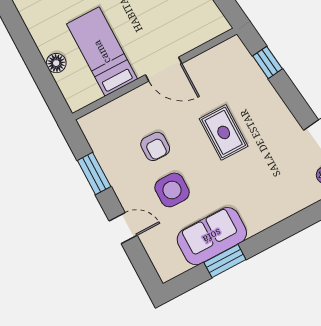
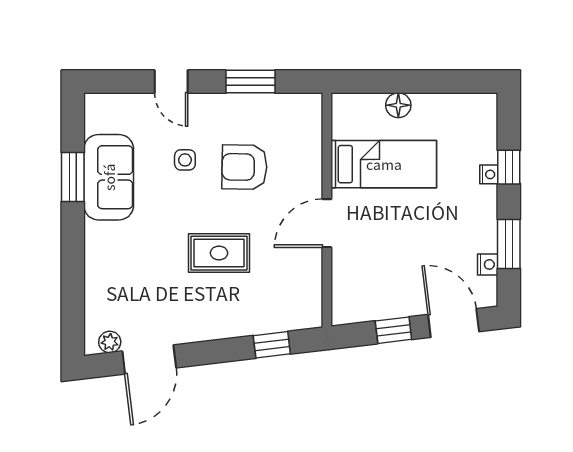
armchair: (155, 146) -> (244, 167), width x1.38, depth x1.38
side table: (172, 190) -> (185, 160), width x0.54, depth x0.54
door: (123, 228) -> (171, 82), hinge flipped

